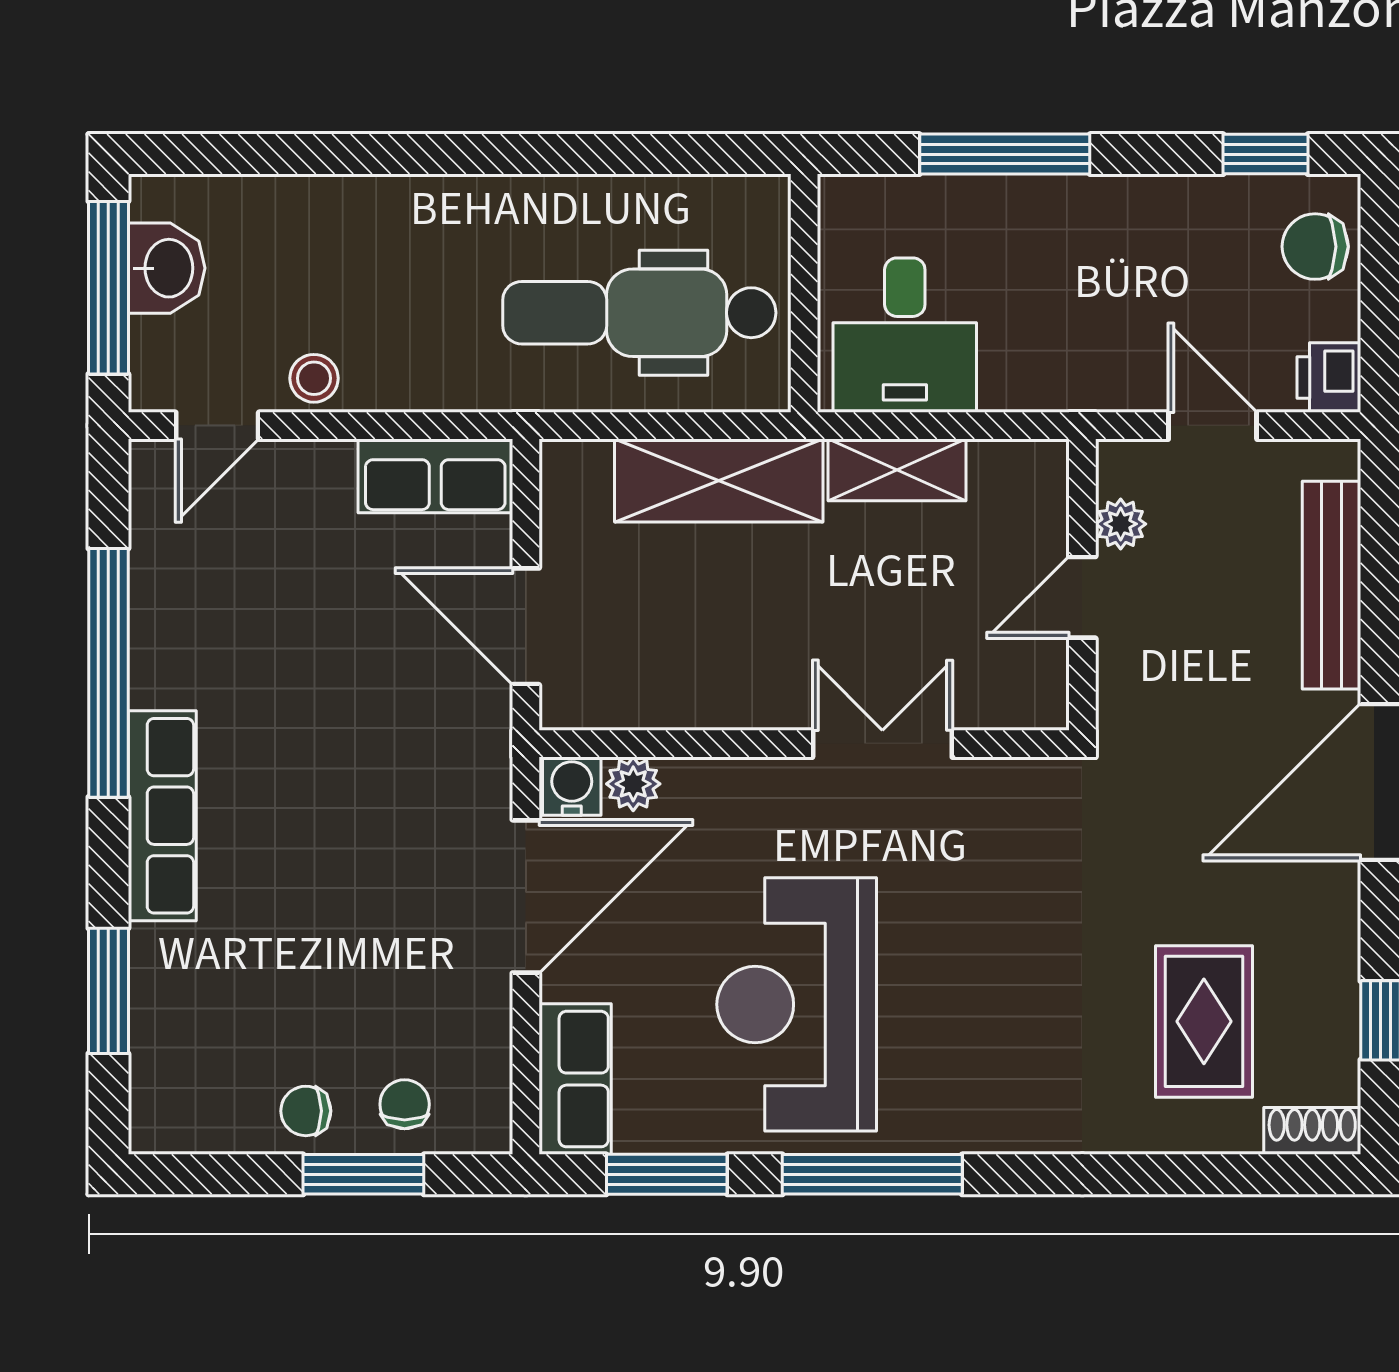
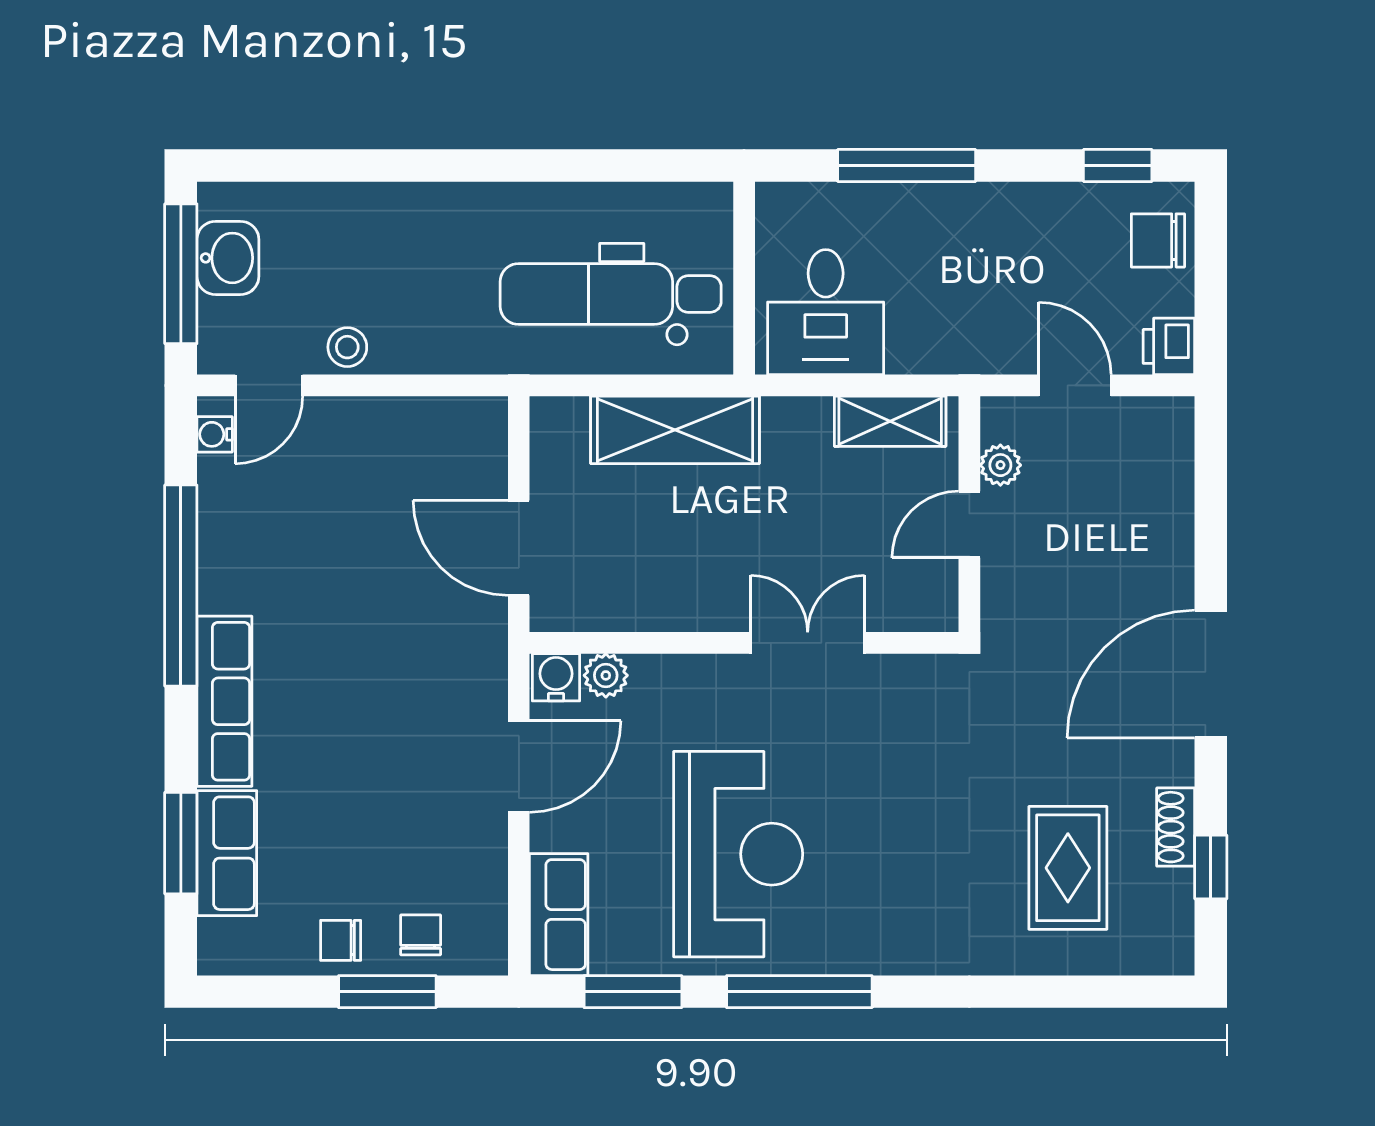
shelving: (897, 470) -> (890, 421), moved
row of seats: (435, 476) -> (227, 853), moved, turned -90
water cooler: (150, 486) -> (215, 434), added
bench: (1331, 585) -> (1171, 515), removed
door: (526, 896) -> (519, 767), width x0.73
reception desk: (797, 1004) -> (738, 854), turned 180
shoe rack: (1312, 1131) -> (1176, 827), moved, turned -90

